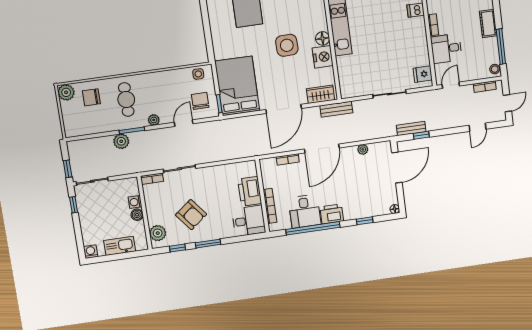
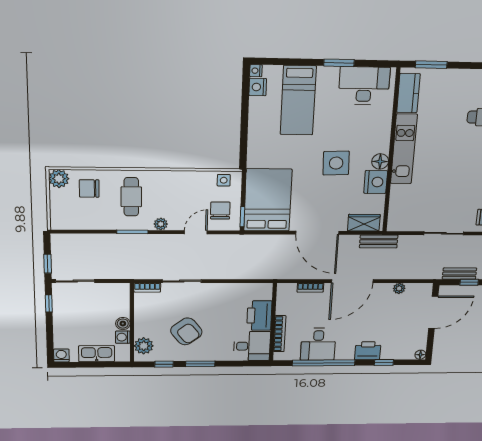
door: (284, 109) -> (317, 233), hinge flipped
plant: (121, 141) -> (117, 242), removed
washing machine: (135, 202) -> (123, 337), moved
printer: (332, 214) -> (368, 351), moved

